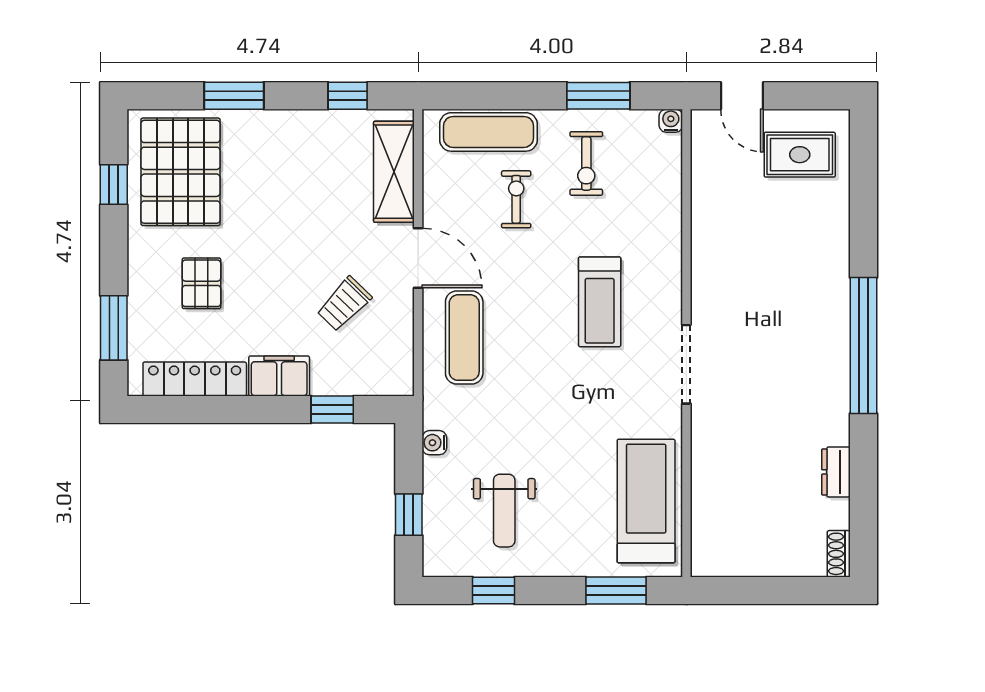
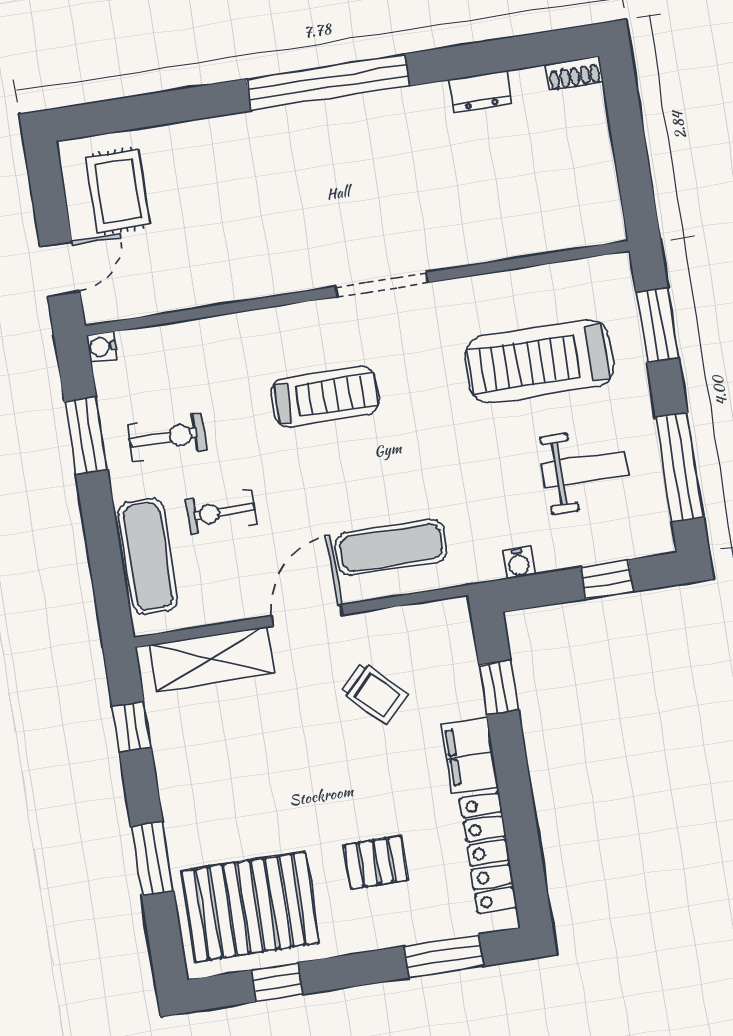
treadmill: (646, 501) -> (539, 361), moved
window: (494, 591) -> (680, 467), width x2.17

